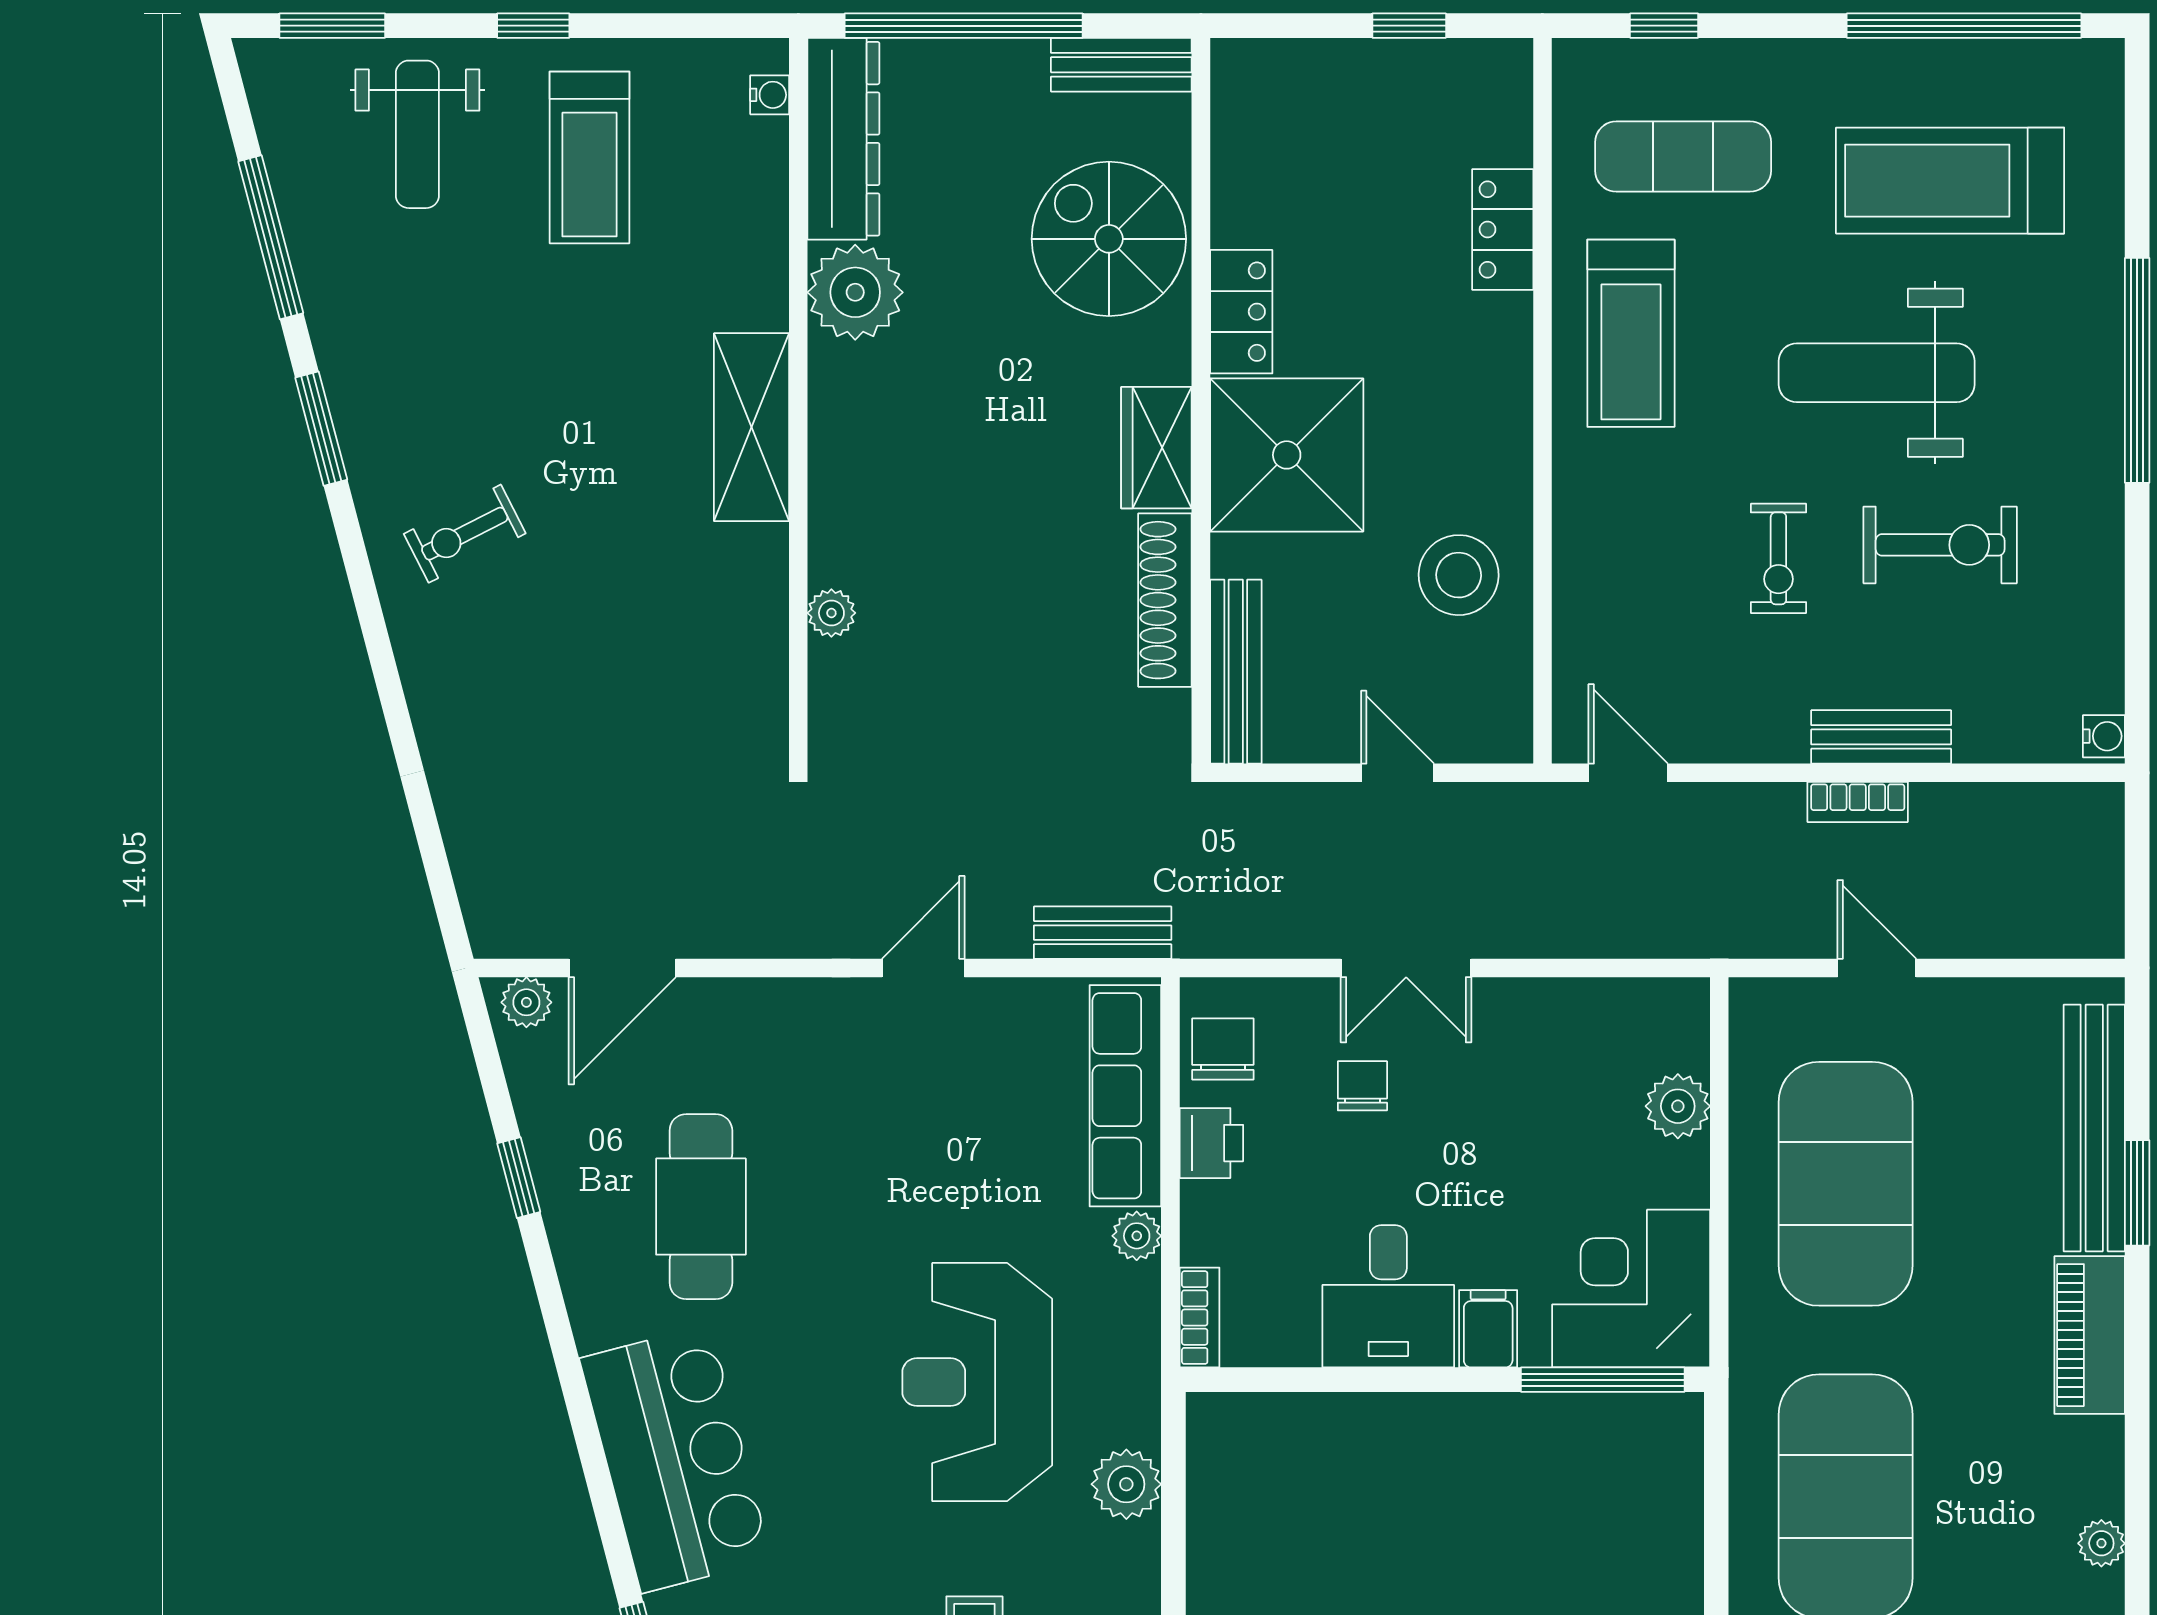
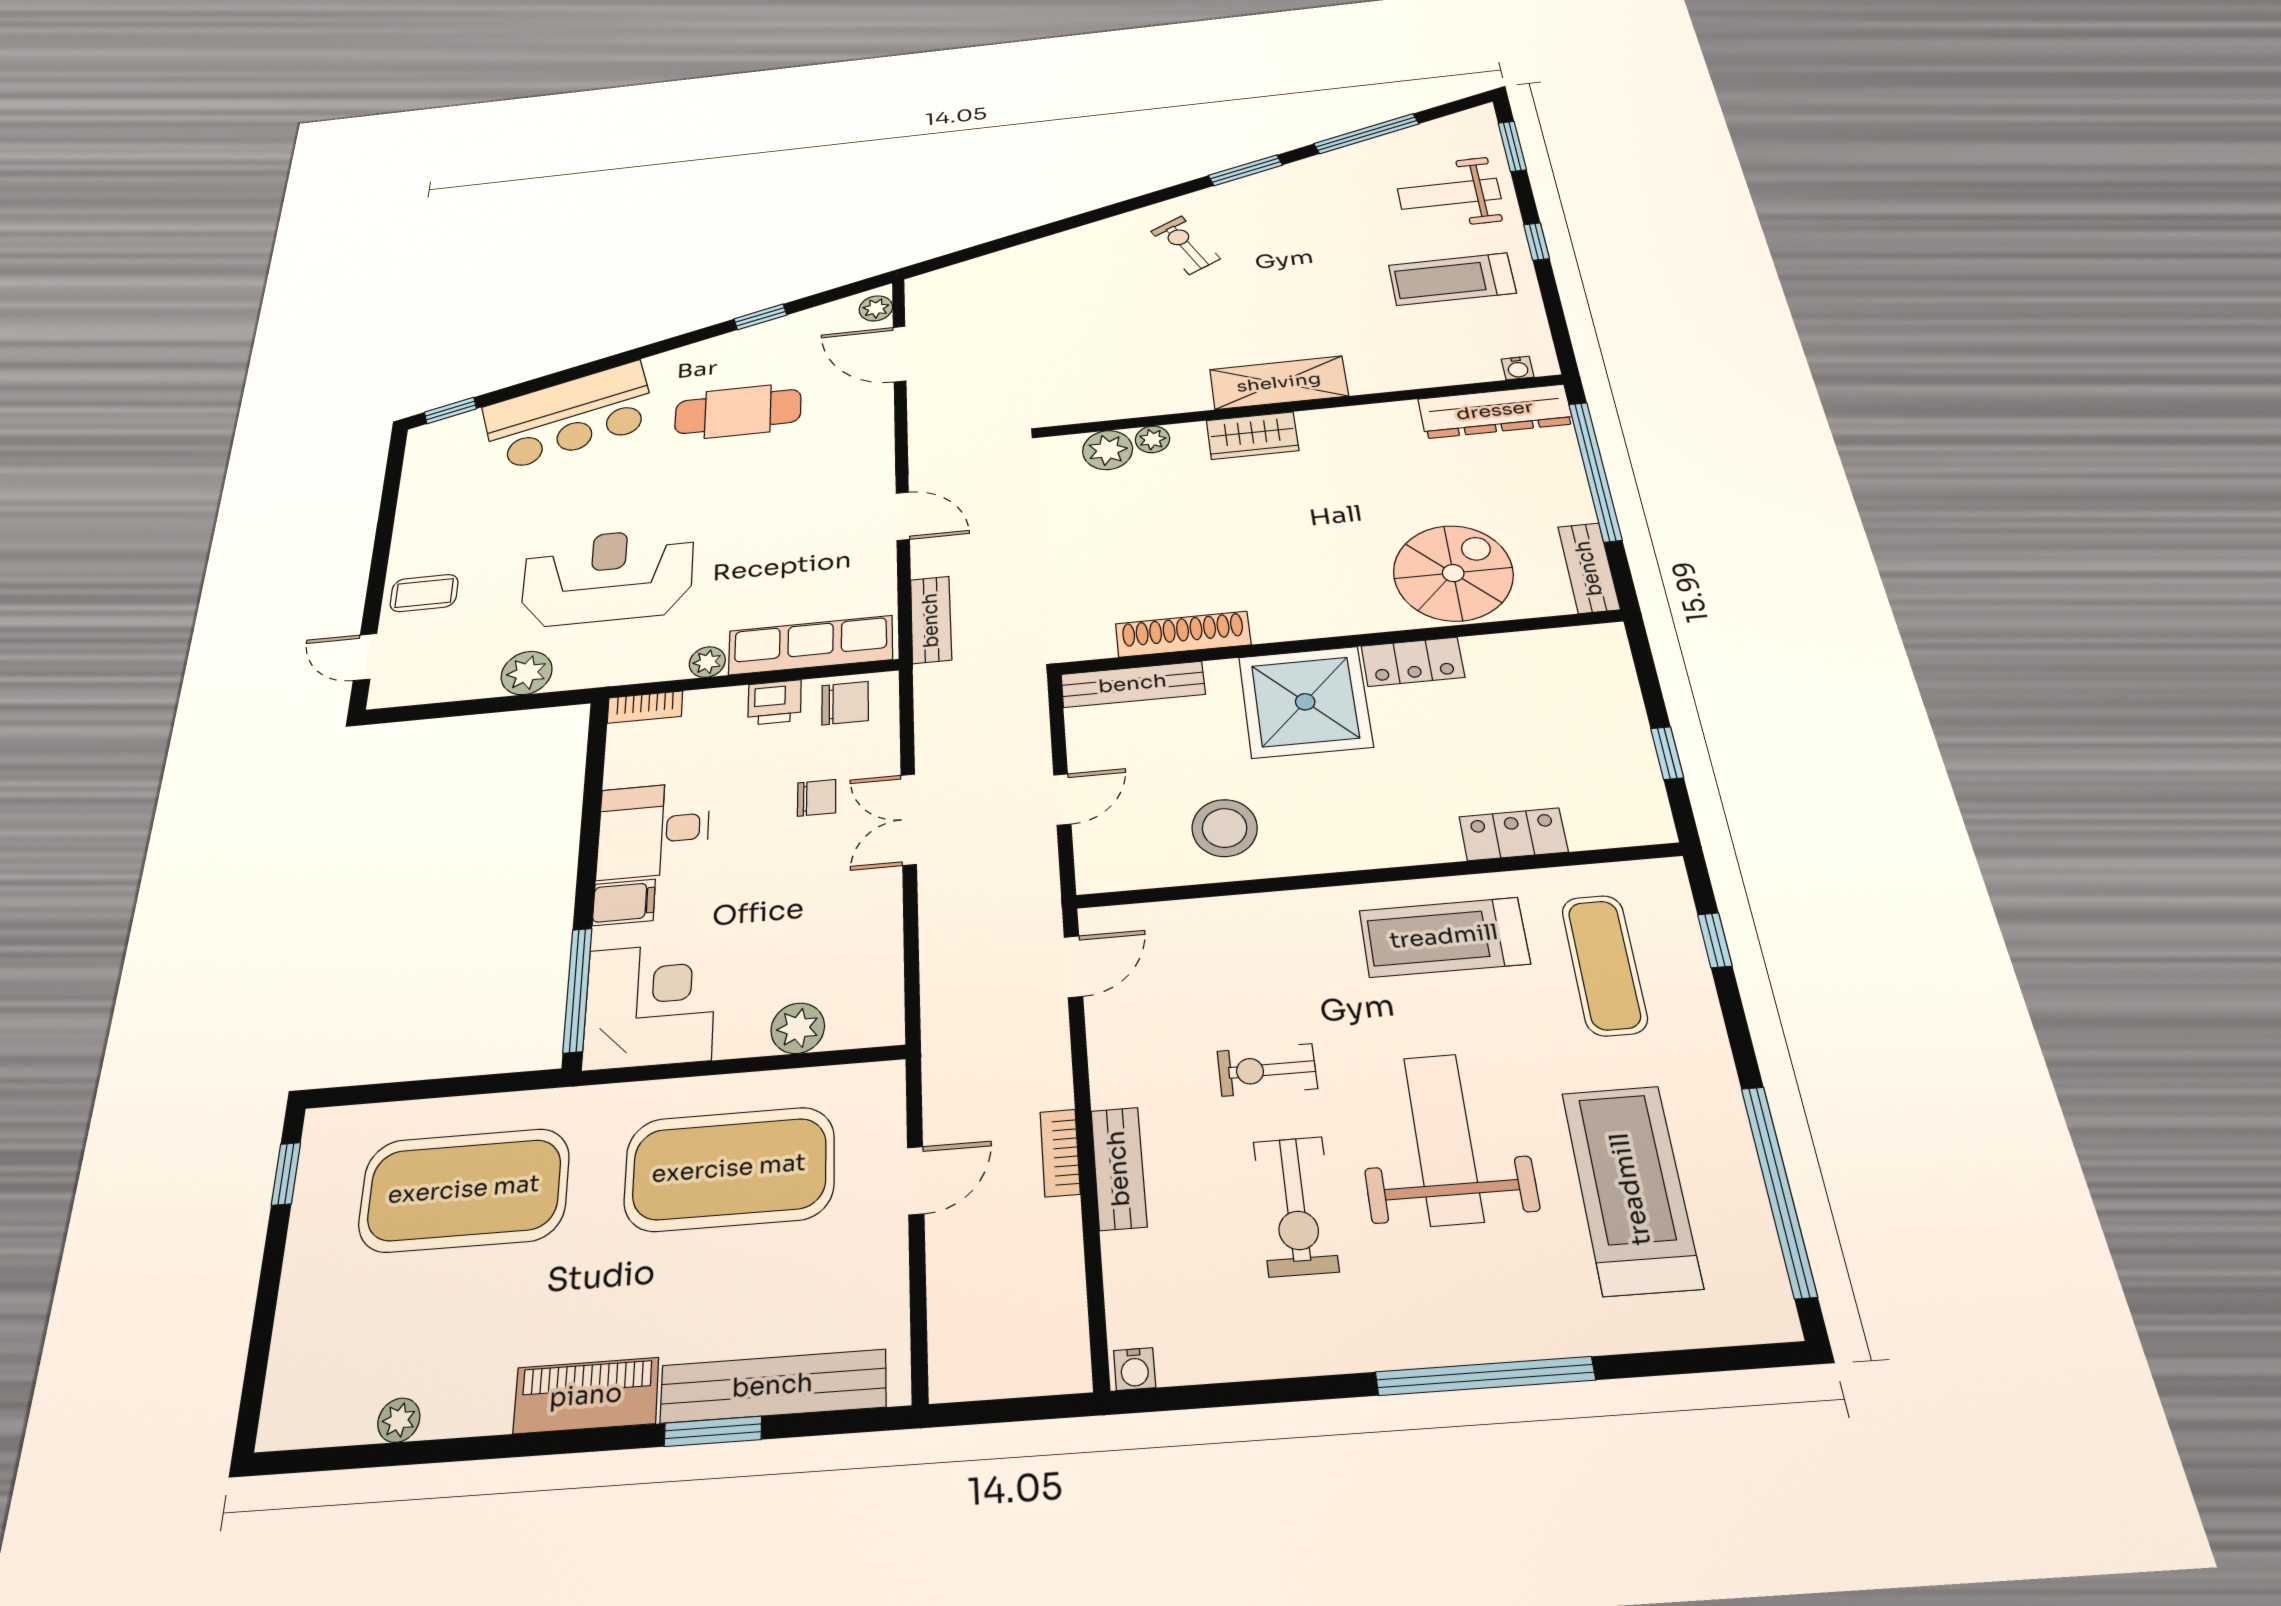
plant: (855, 292) -> (1108, 450), moved, width x0.73, depth x0.73
wardrobe: (1156, 448) -> (1252, 436), moved, turned 180

